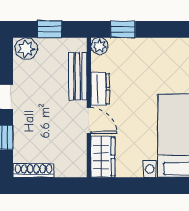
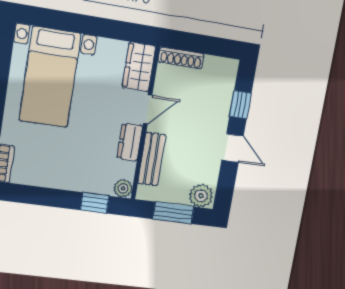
window: (49, 29) -> (173, 213), width x1.50
door: (89, 120) -> (148, 109), swing flipped
shoe rack: (33, 171) -> (181, 58), moved

